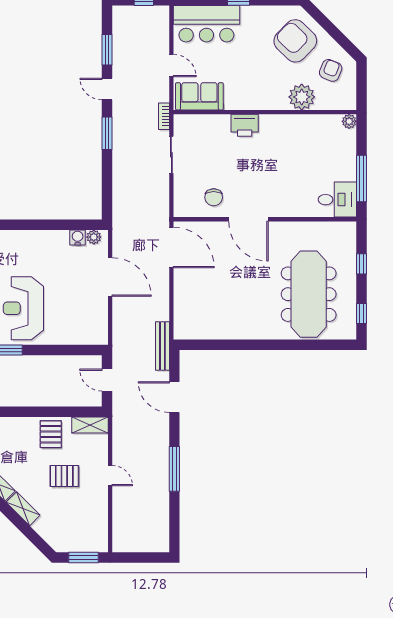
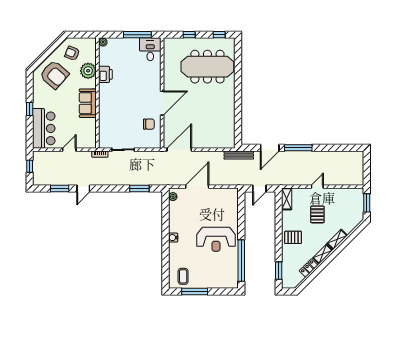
armchair: (295, 41) -> (54, 75), turned -93
sofa: (199, 96) -> (88, 103), moved
printer: (245, 125) -> (105, 74), moved
window: (107, 133) -> (139, 189), moved
water cooler: (78, 237) -> (173, 238), moved
pallet: (51, 434) -> (293, 237), moved
window: (174, 469) -> (298, 148), moved

